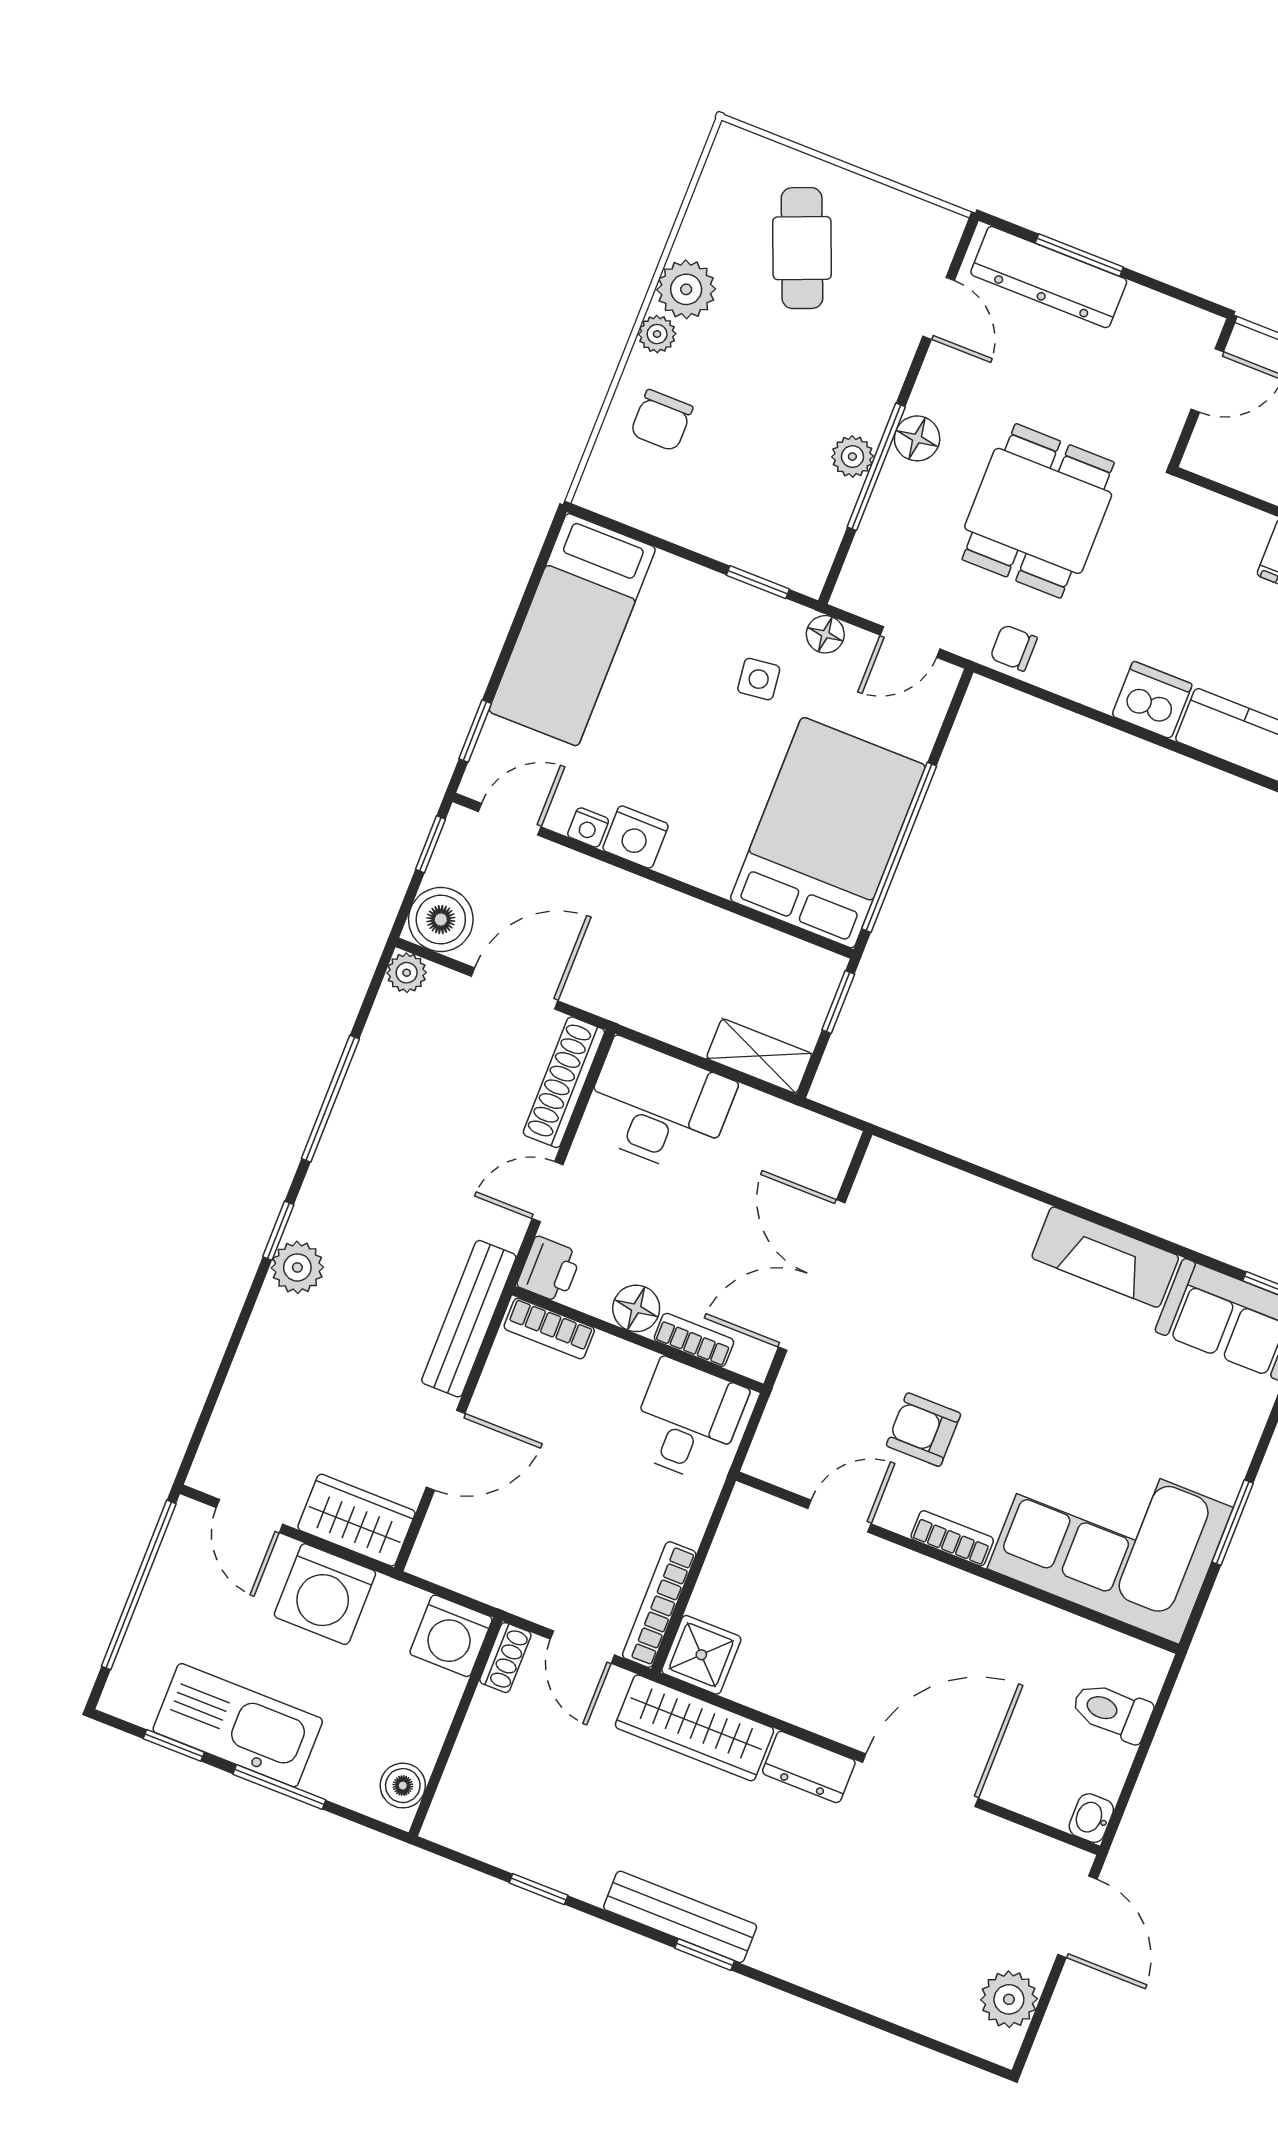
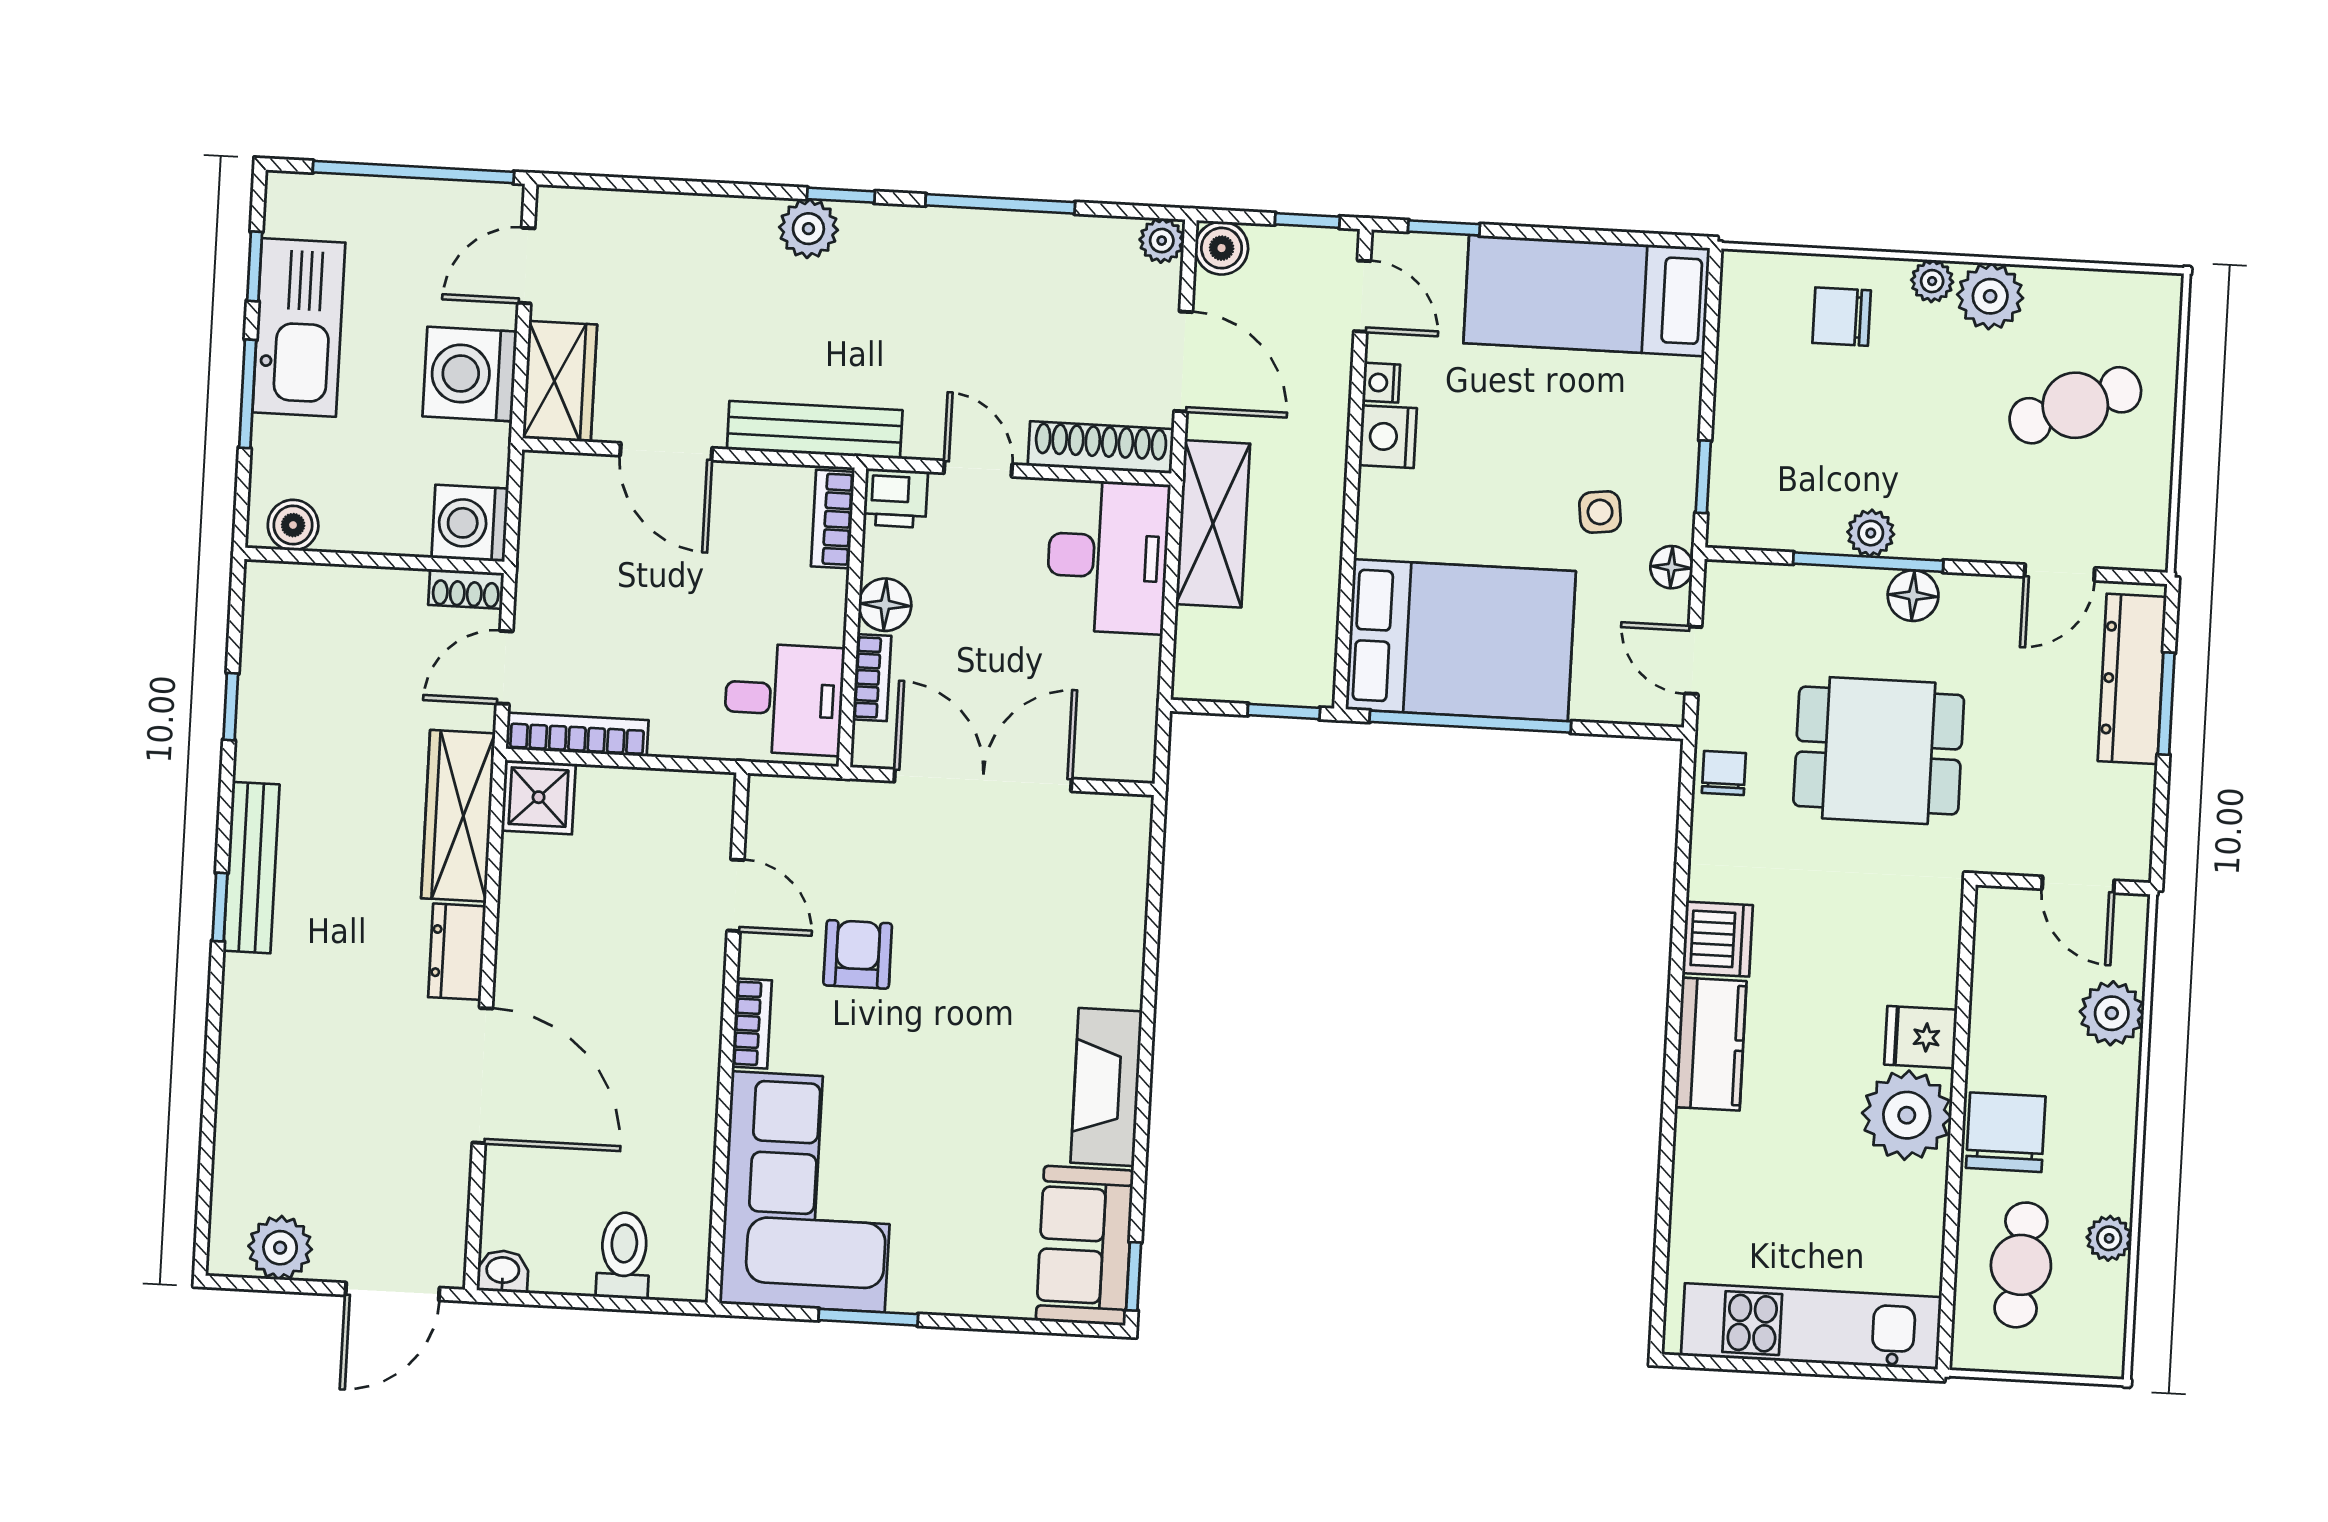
boiler: (441, 920) -> (1222, 248), width x0.73, depth x0.73
shelving: (759, 1056) -> (1213, 524), moved, width x1.50, depth x1.33

